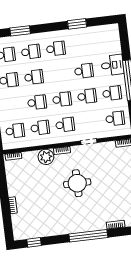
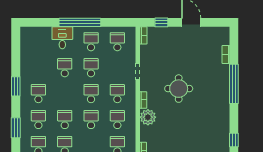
window: (77, 24) -> (16, 86), moved

